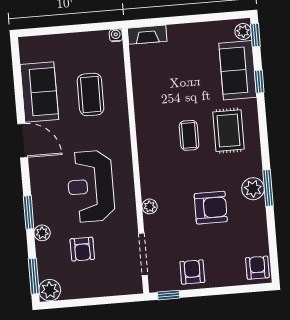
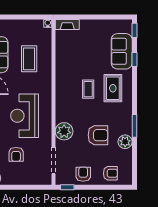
plant: (243, 31) -> (127, 27), removed
plant: (253, 189) -> (125, 142), moved
plant: (150, 206) -> (64, 131), width x1.88, depth x1.88
armchair: (257, 268) -> (110, 173), moved, turned 90

